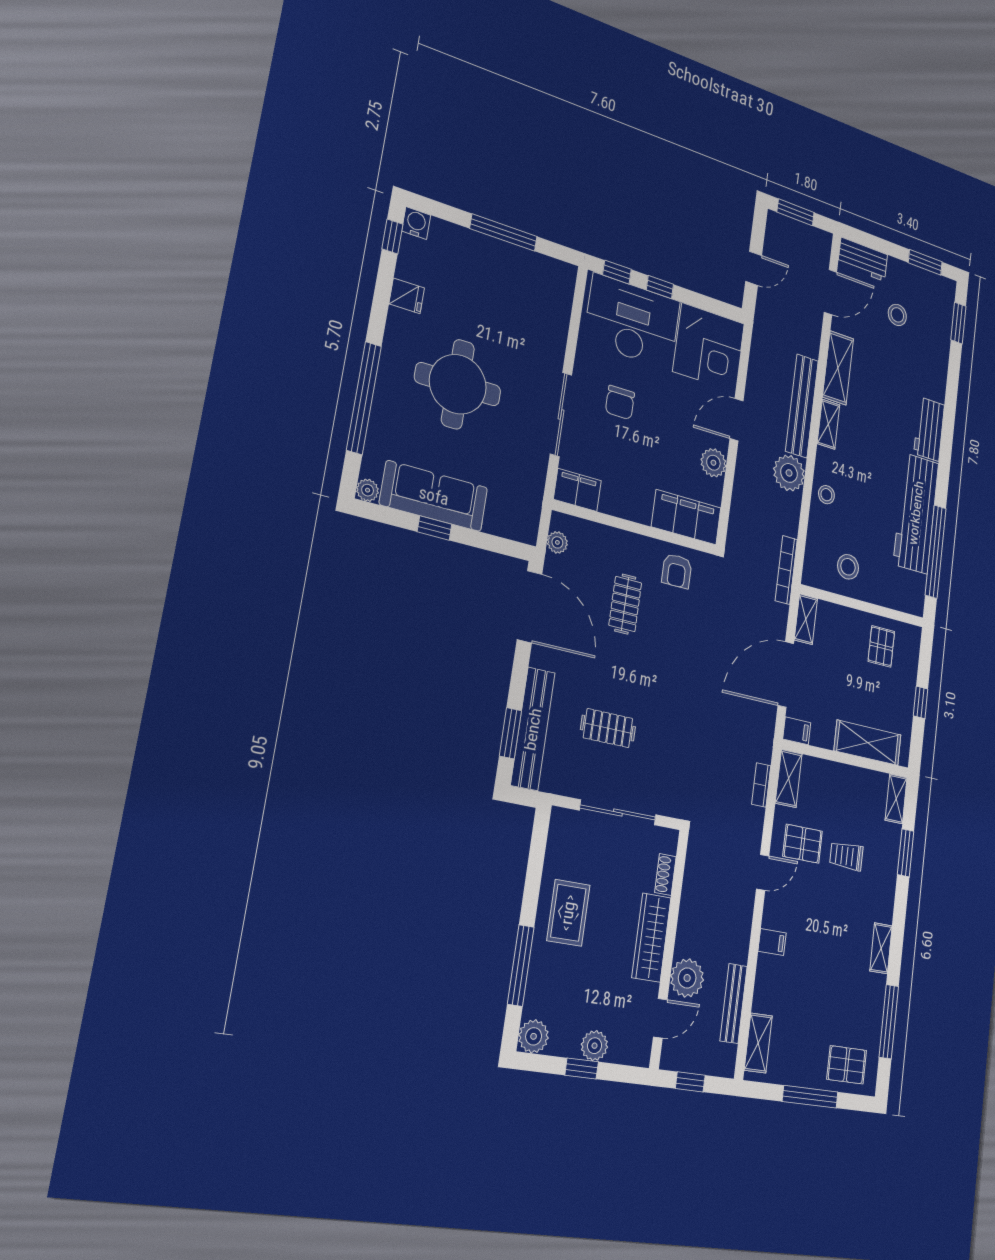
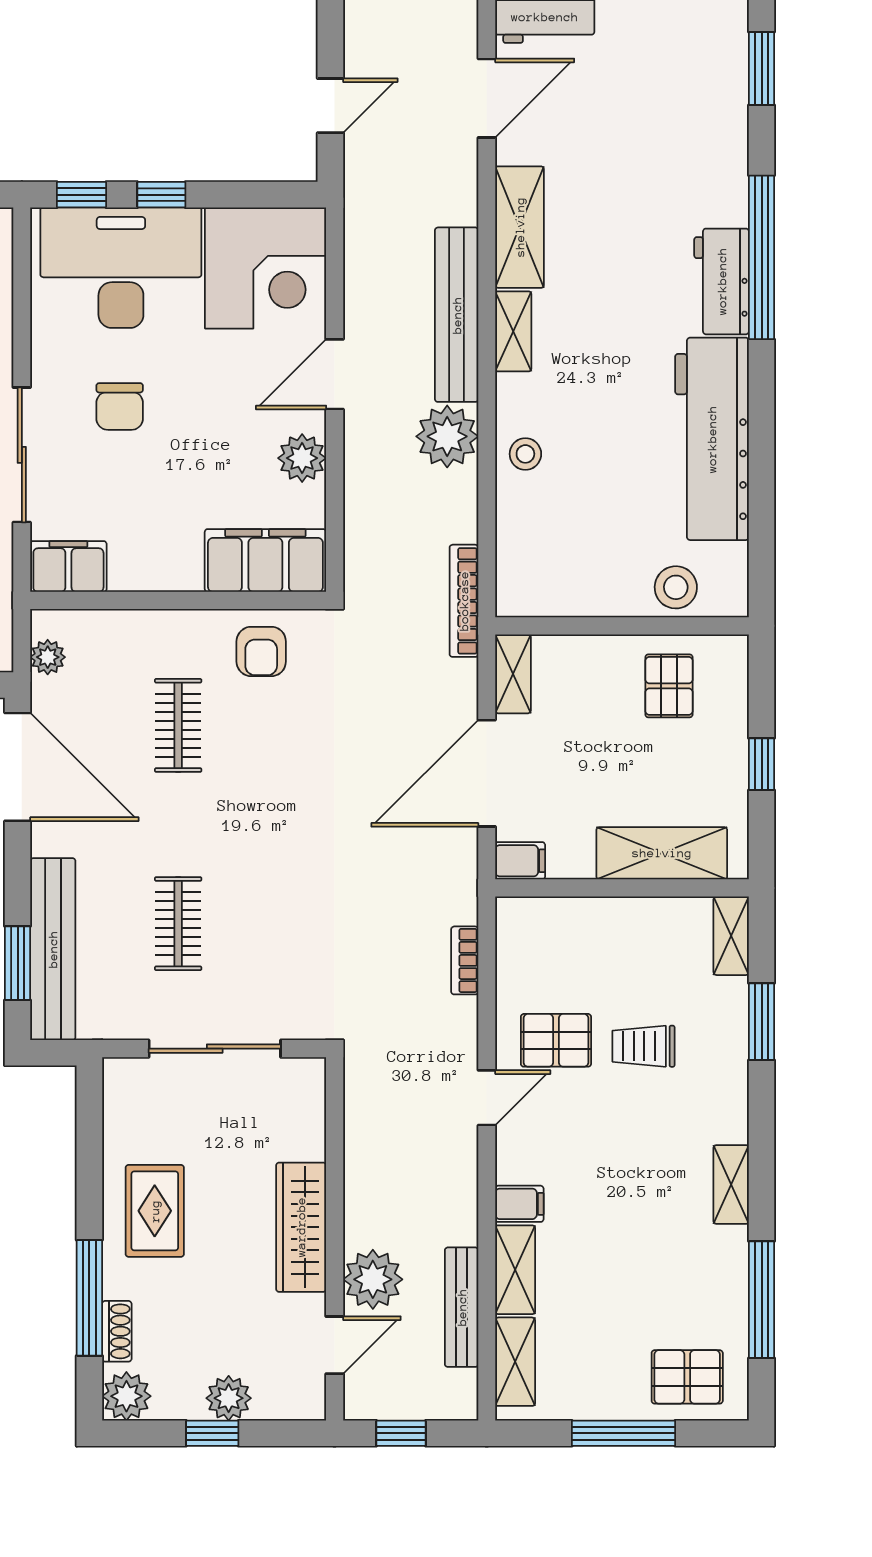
stool: (897, 315) -> (629, 95), removed
window: (936, 552) -> (762, 257), moved
stool: (848, 567) -> (676, 587), moved
clothes rail: (608, 728) -> (178, 924), turned 90
shelving: (789, 779) -> (515, 1270), moved
shoe rack: (665, 875) -> (117, 1331), moved, turned 180

